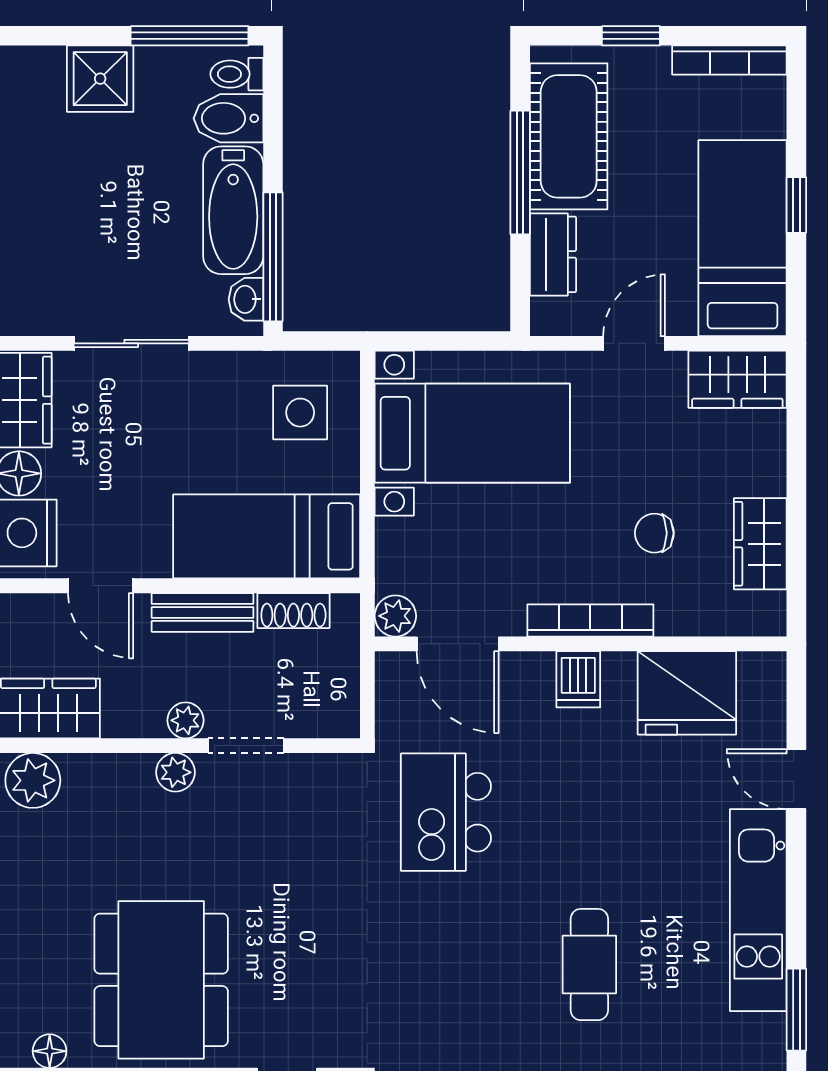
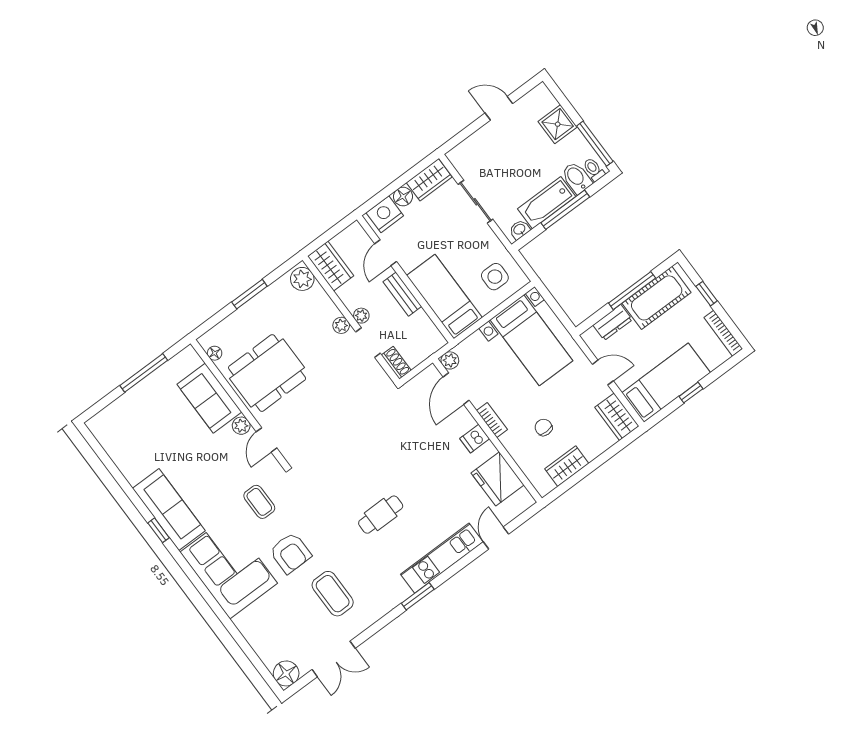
window: (273, 257) -> (565, 210), moved
shoe rack: (293, 611) -> (396, 363), moved, turned 180
bookcase: (590, 620) -> (492, 420), width x0.64
kitchen island: (446, 812) -> (396, 427), removed

